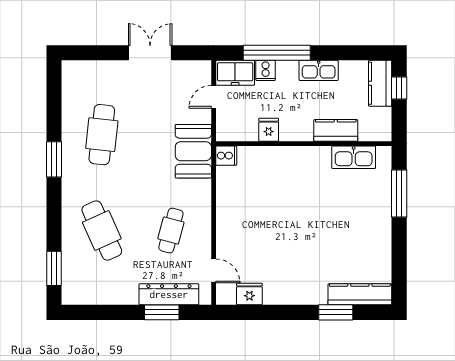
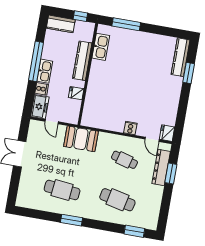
window: (277, 53) -> (36, 61), moved
kitchen sink: (319, 70) -> (45, 71), moved
window: (399, 88) -> (80, 16), moved
kitchen counter: (336, 130) -> (82, 61), width x1.50
cooker: (226, 156) -> (130, 128), moved
cafe table: (102, 231) -> (117, 200), turned 36
door: (214, 271) -> (152, 139), swing flipped
fridge: (249, 294) -> (167, 133), moved

